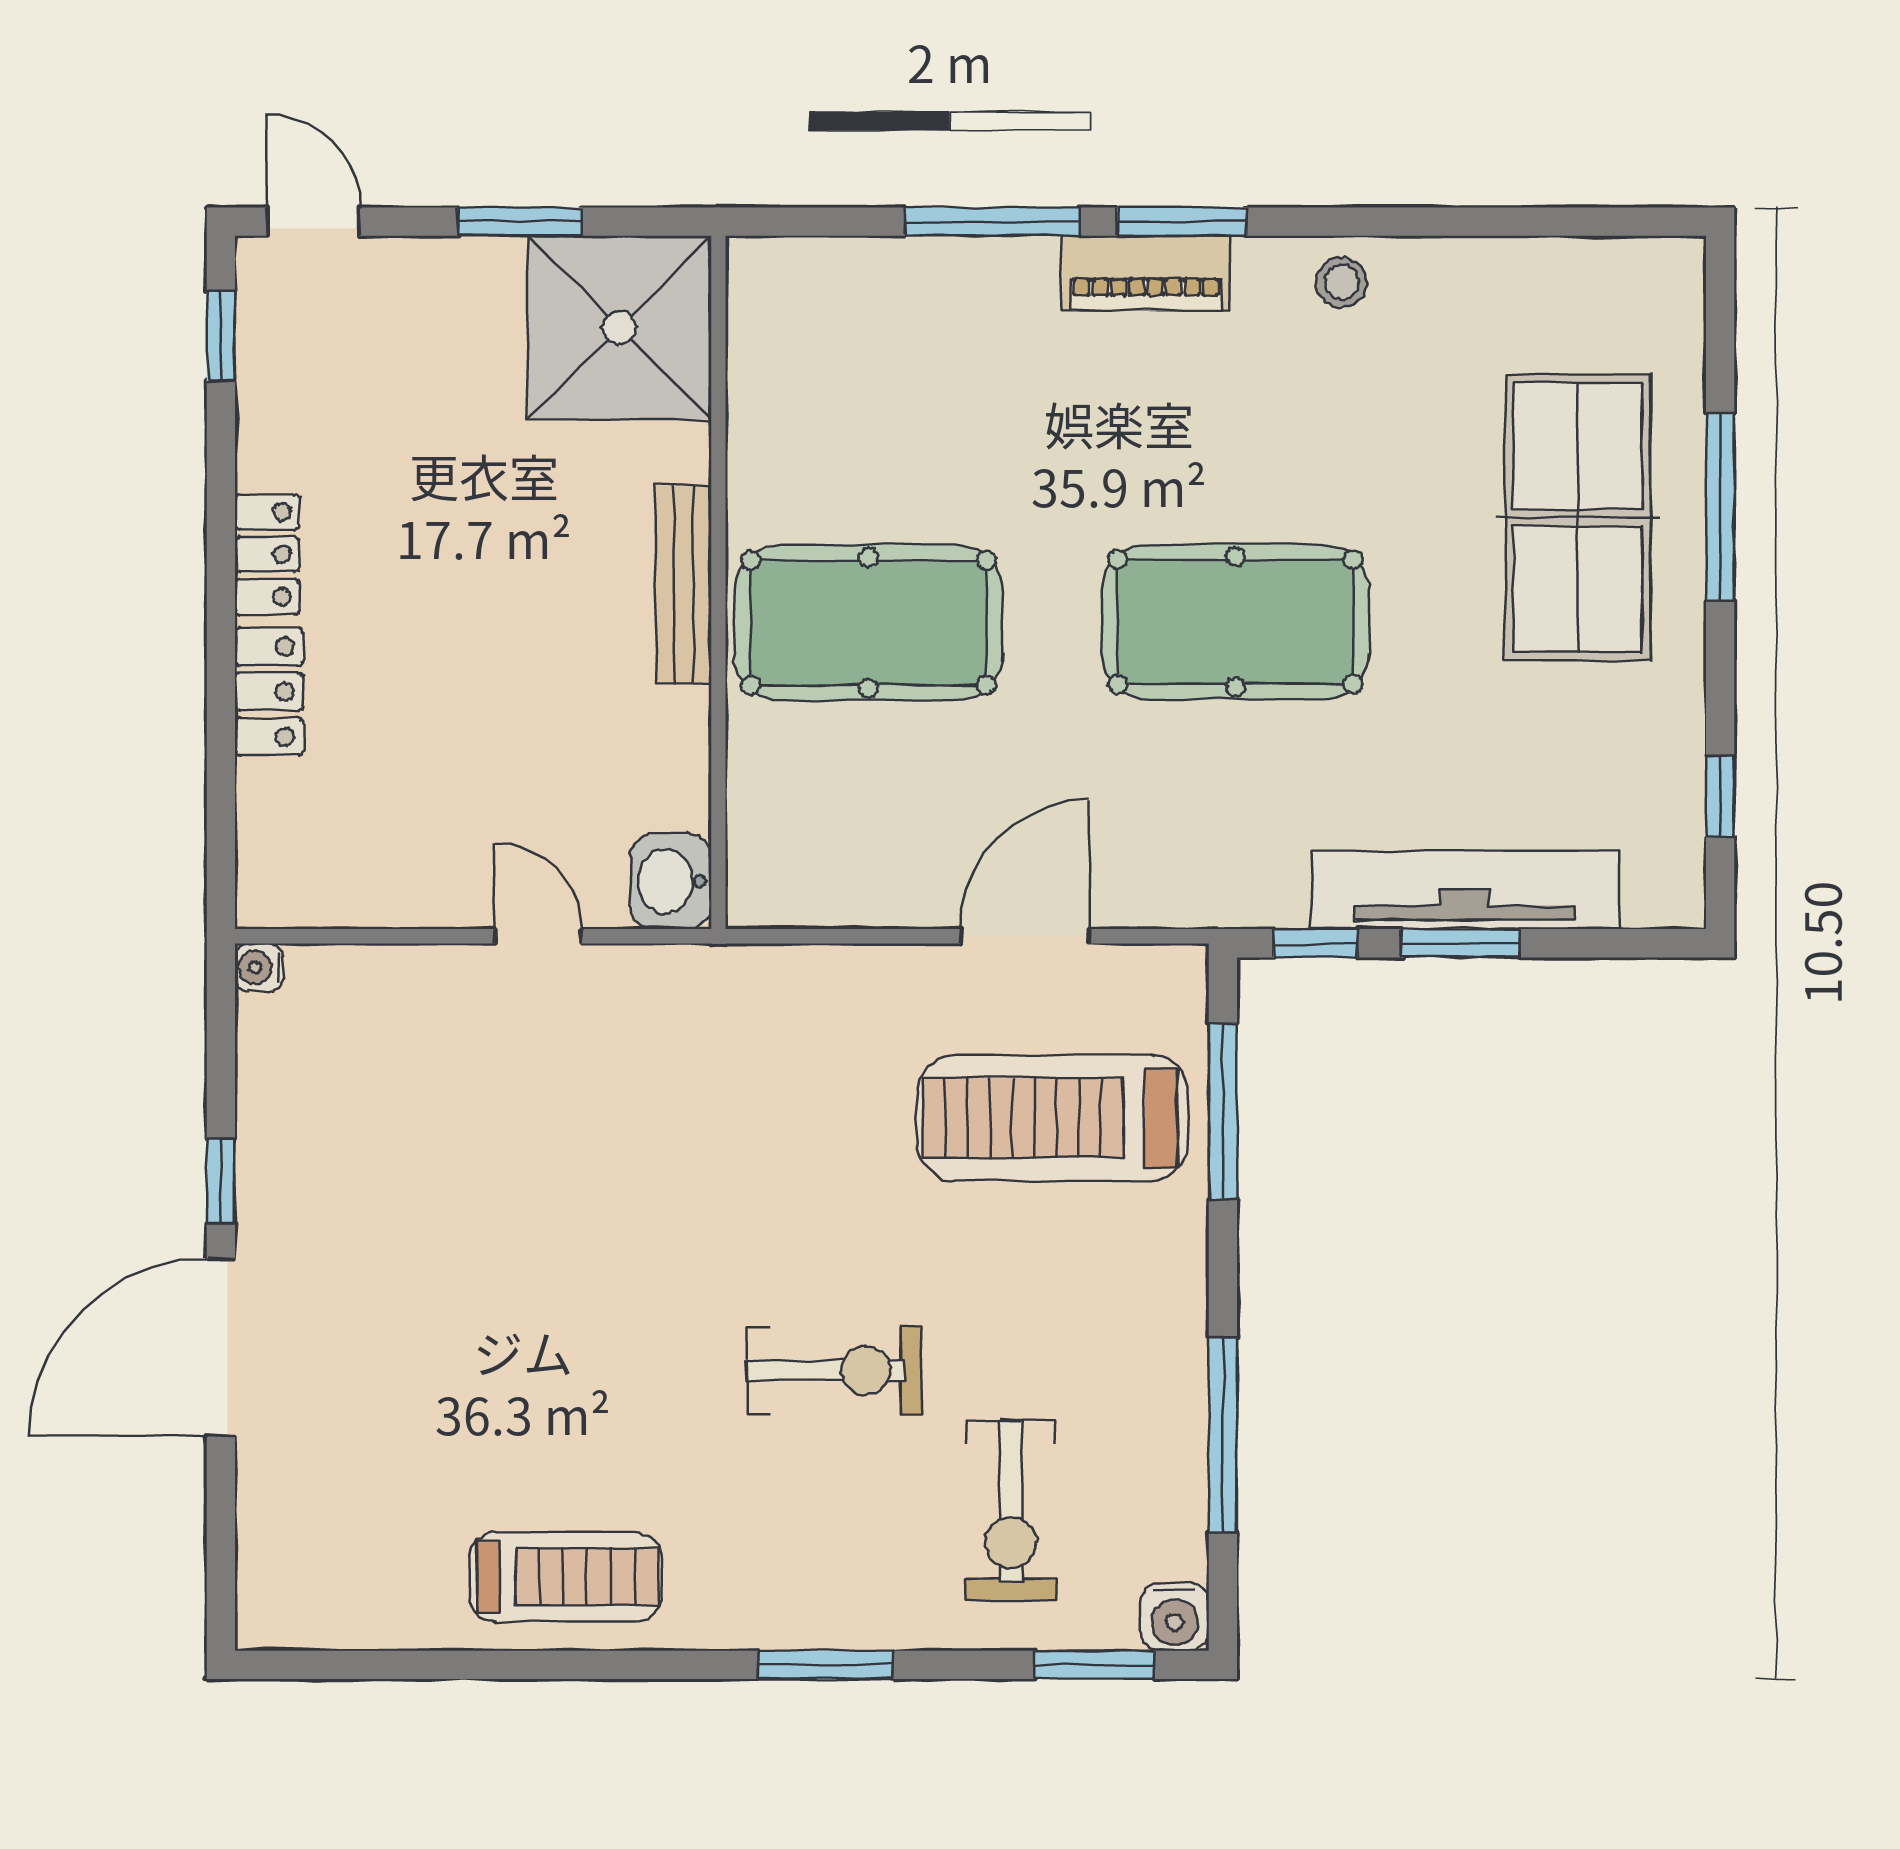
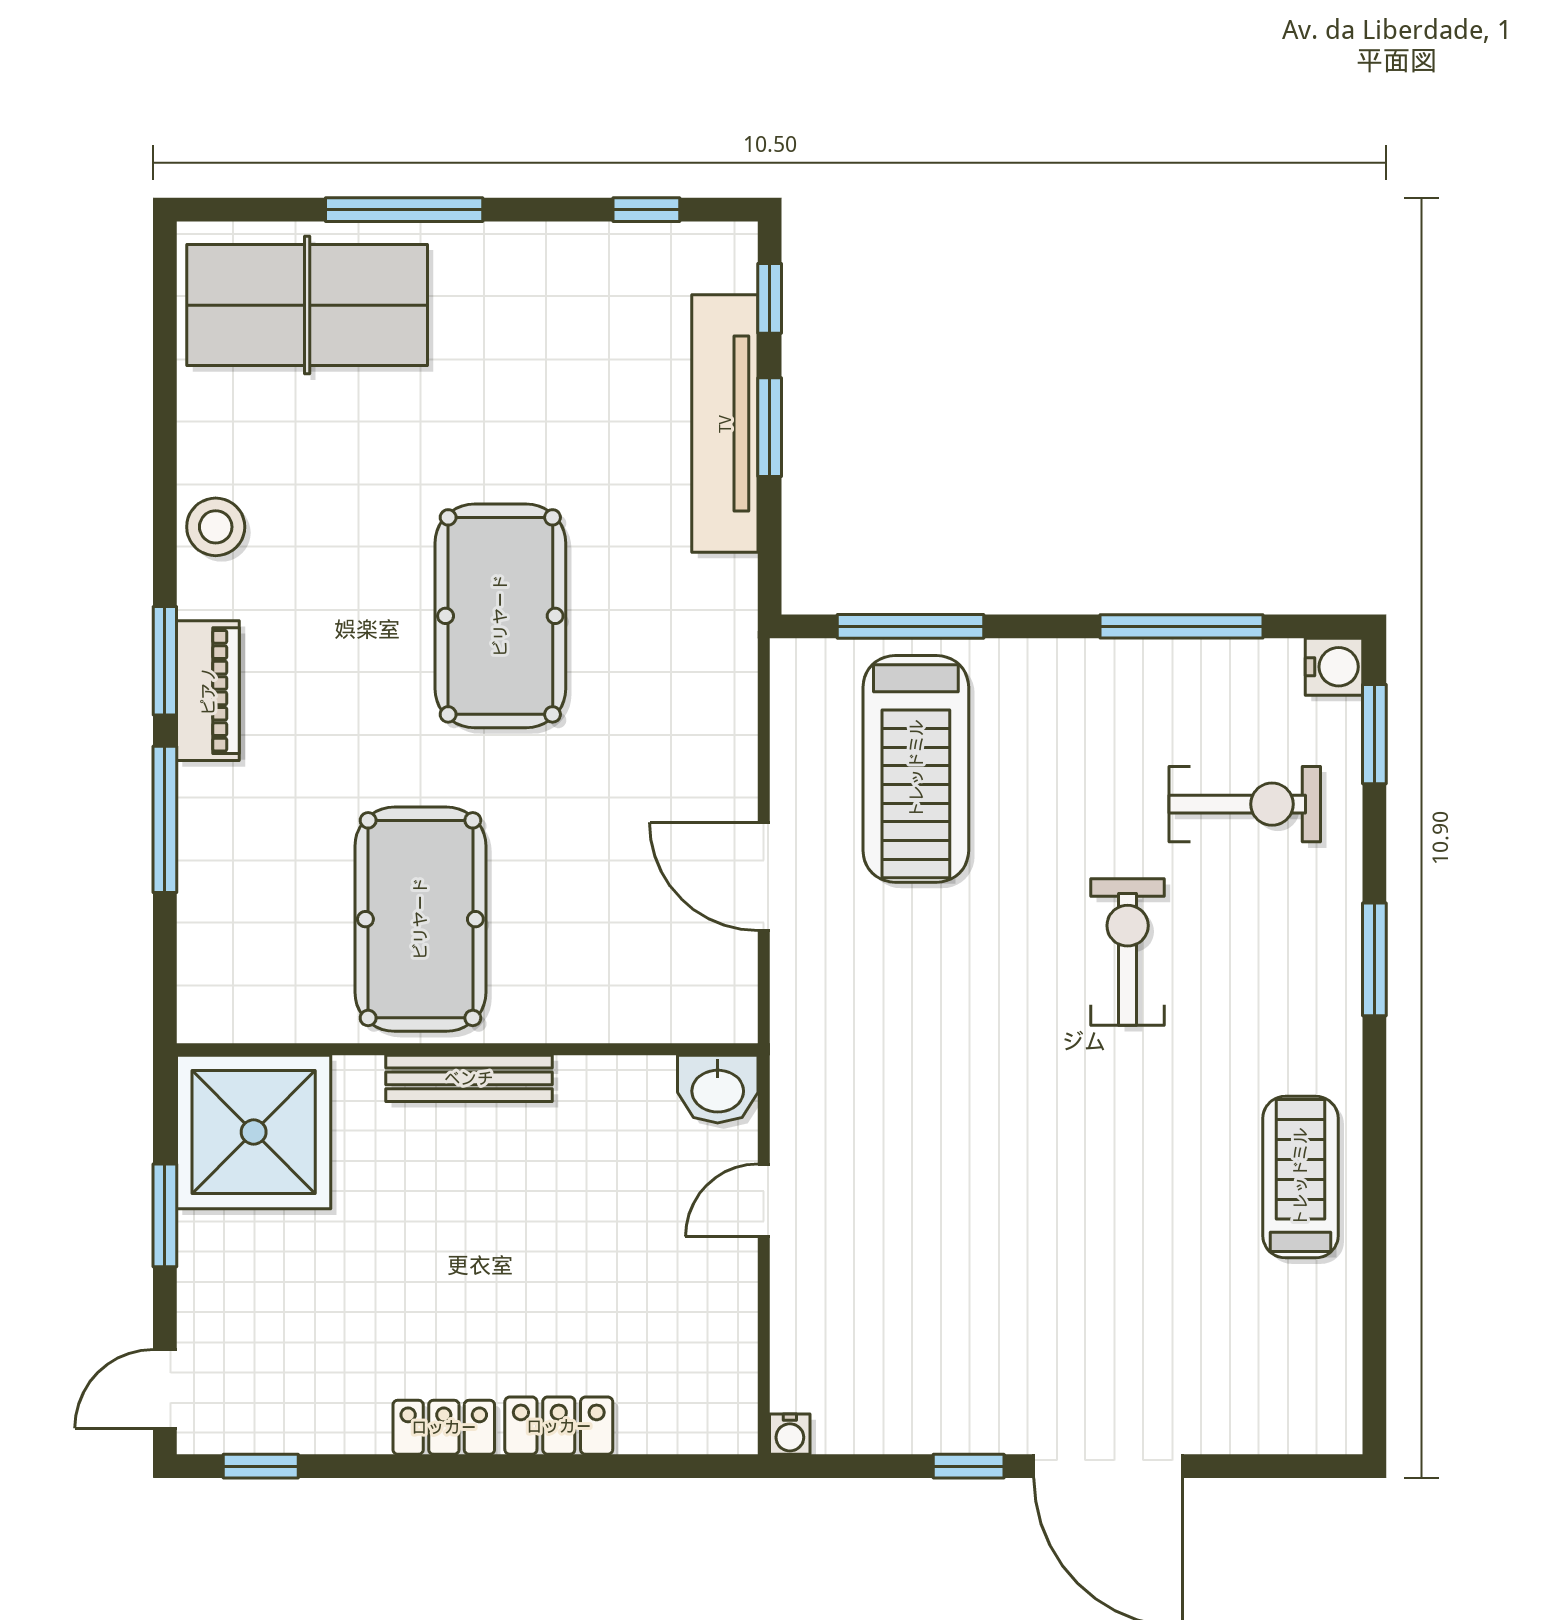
stool: (1342, 282) -> (216, 527), width x1.37, depth x1.37
table tennis table: (1578, 518) -> (307, 305), moved
pool table: (868, 623) -> (420, 919), moved
door: (1025, 936) -> (764, 877), moved
window: (1315, 943) -> (770, 298), moved

